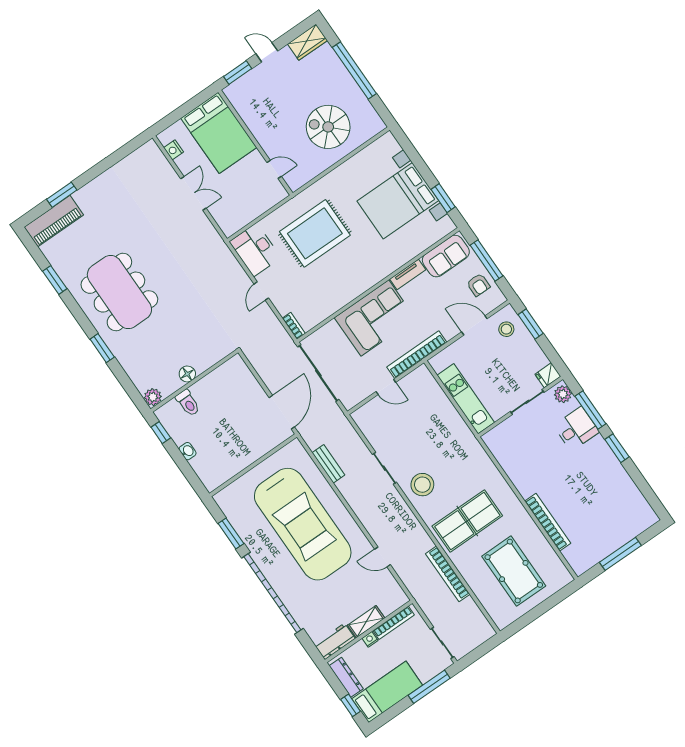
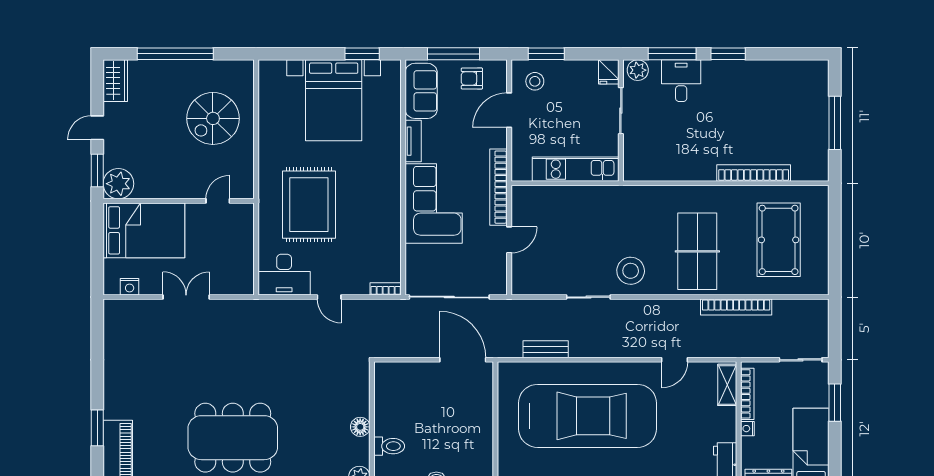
plant: (239, 93) -> (118, 184), added
armchair: (478, 285) -> (472, 79), turned 180
pool table: (514, 571) -> (779, 240), turned 90
shelving: (366, 622) -> (727, 385), moved
window: (429, 687) -> (835, 403), width x0.69

